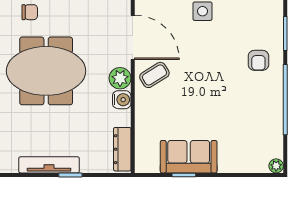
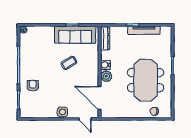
meeting table: (46, 71) -> (146, 80), turned 90
coffee table: (154, 75) -> (69, 63), moved
sofa: (189, 157) -> (75, 35), width x1.36

